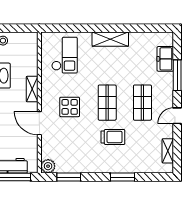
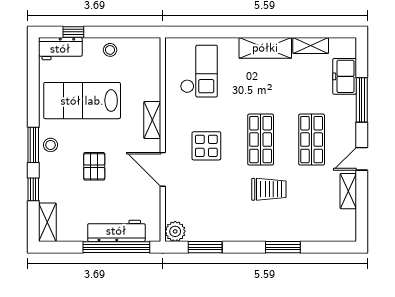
shelving: (142, 38) -> (311, 45), added
shelving: (168, 151) -> (348, 191), moved

